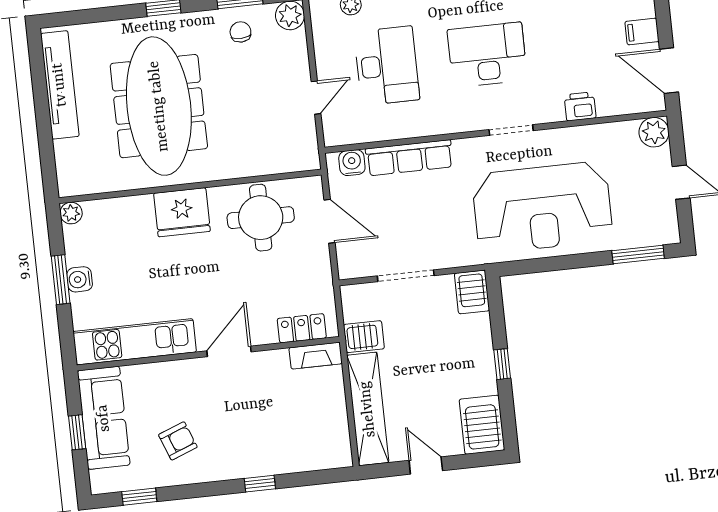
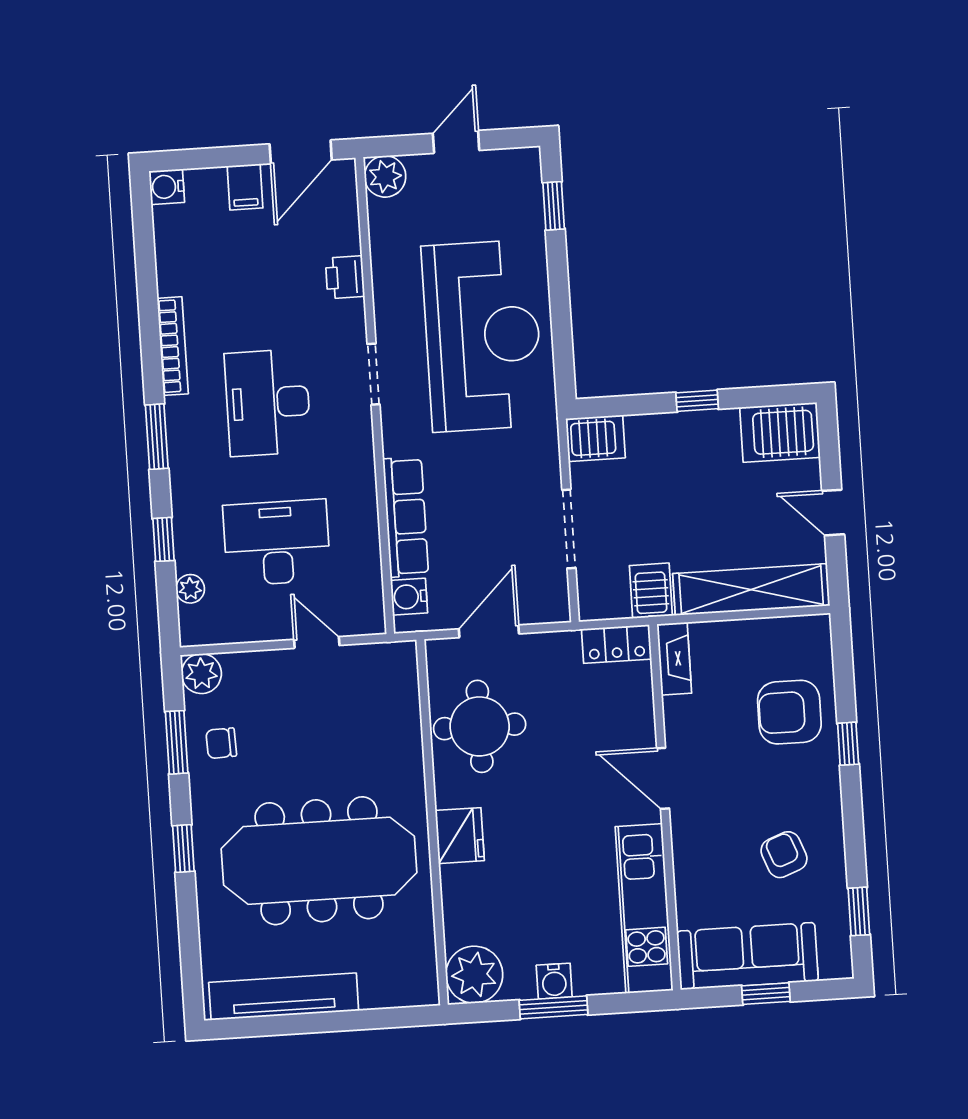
fridge: (182, 212) -> (460, 836), width x0.73, depth x0.75
plant: (71, 213) -> (474, 975), width x1.87, depth x1.87
window: (638, 255) -> (554, 206), width x0.67
locker: (302, 328) -> (616, 644), moved, turned -90
armchair: (281, 440) -> (789, 712), added
door: (426, 466) -> (833, 513), hinge flipped

